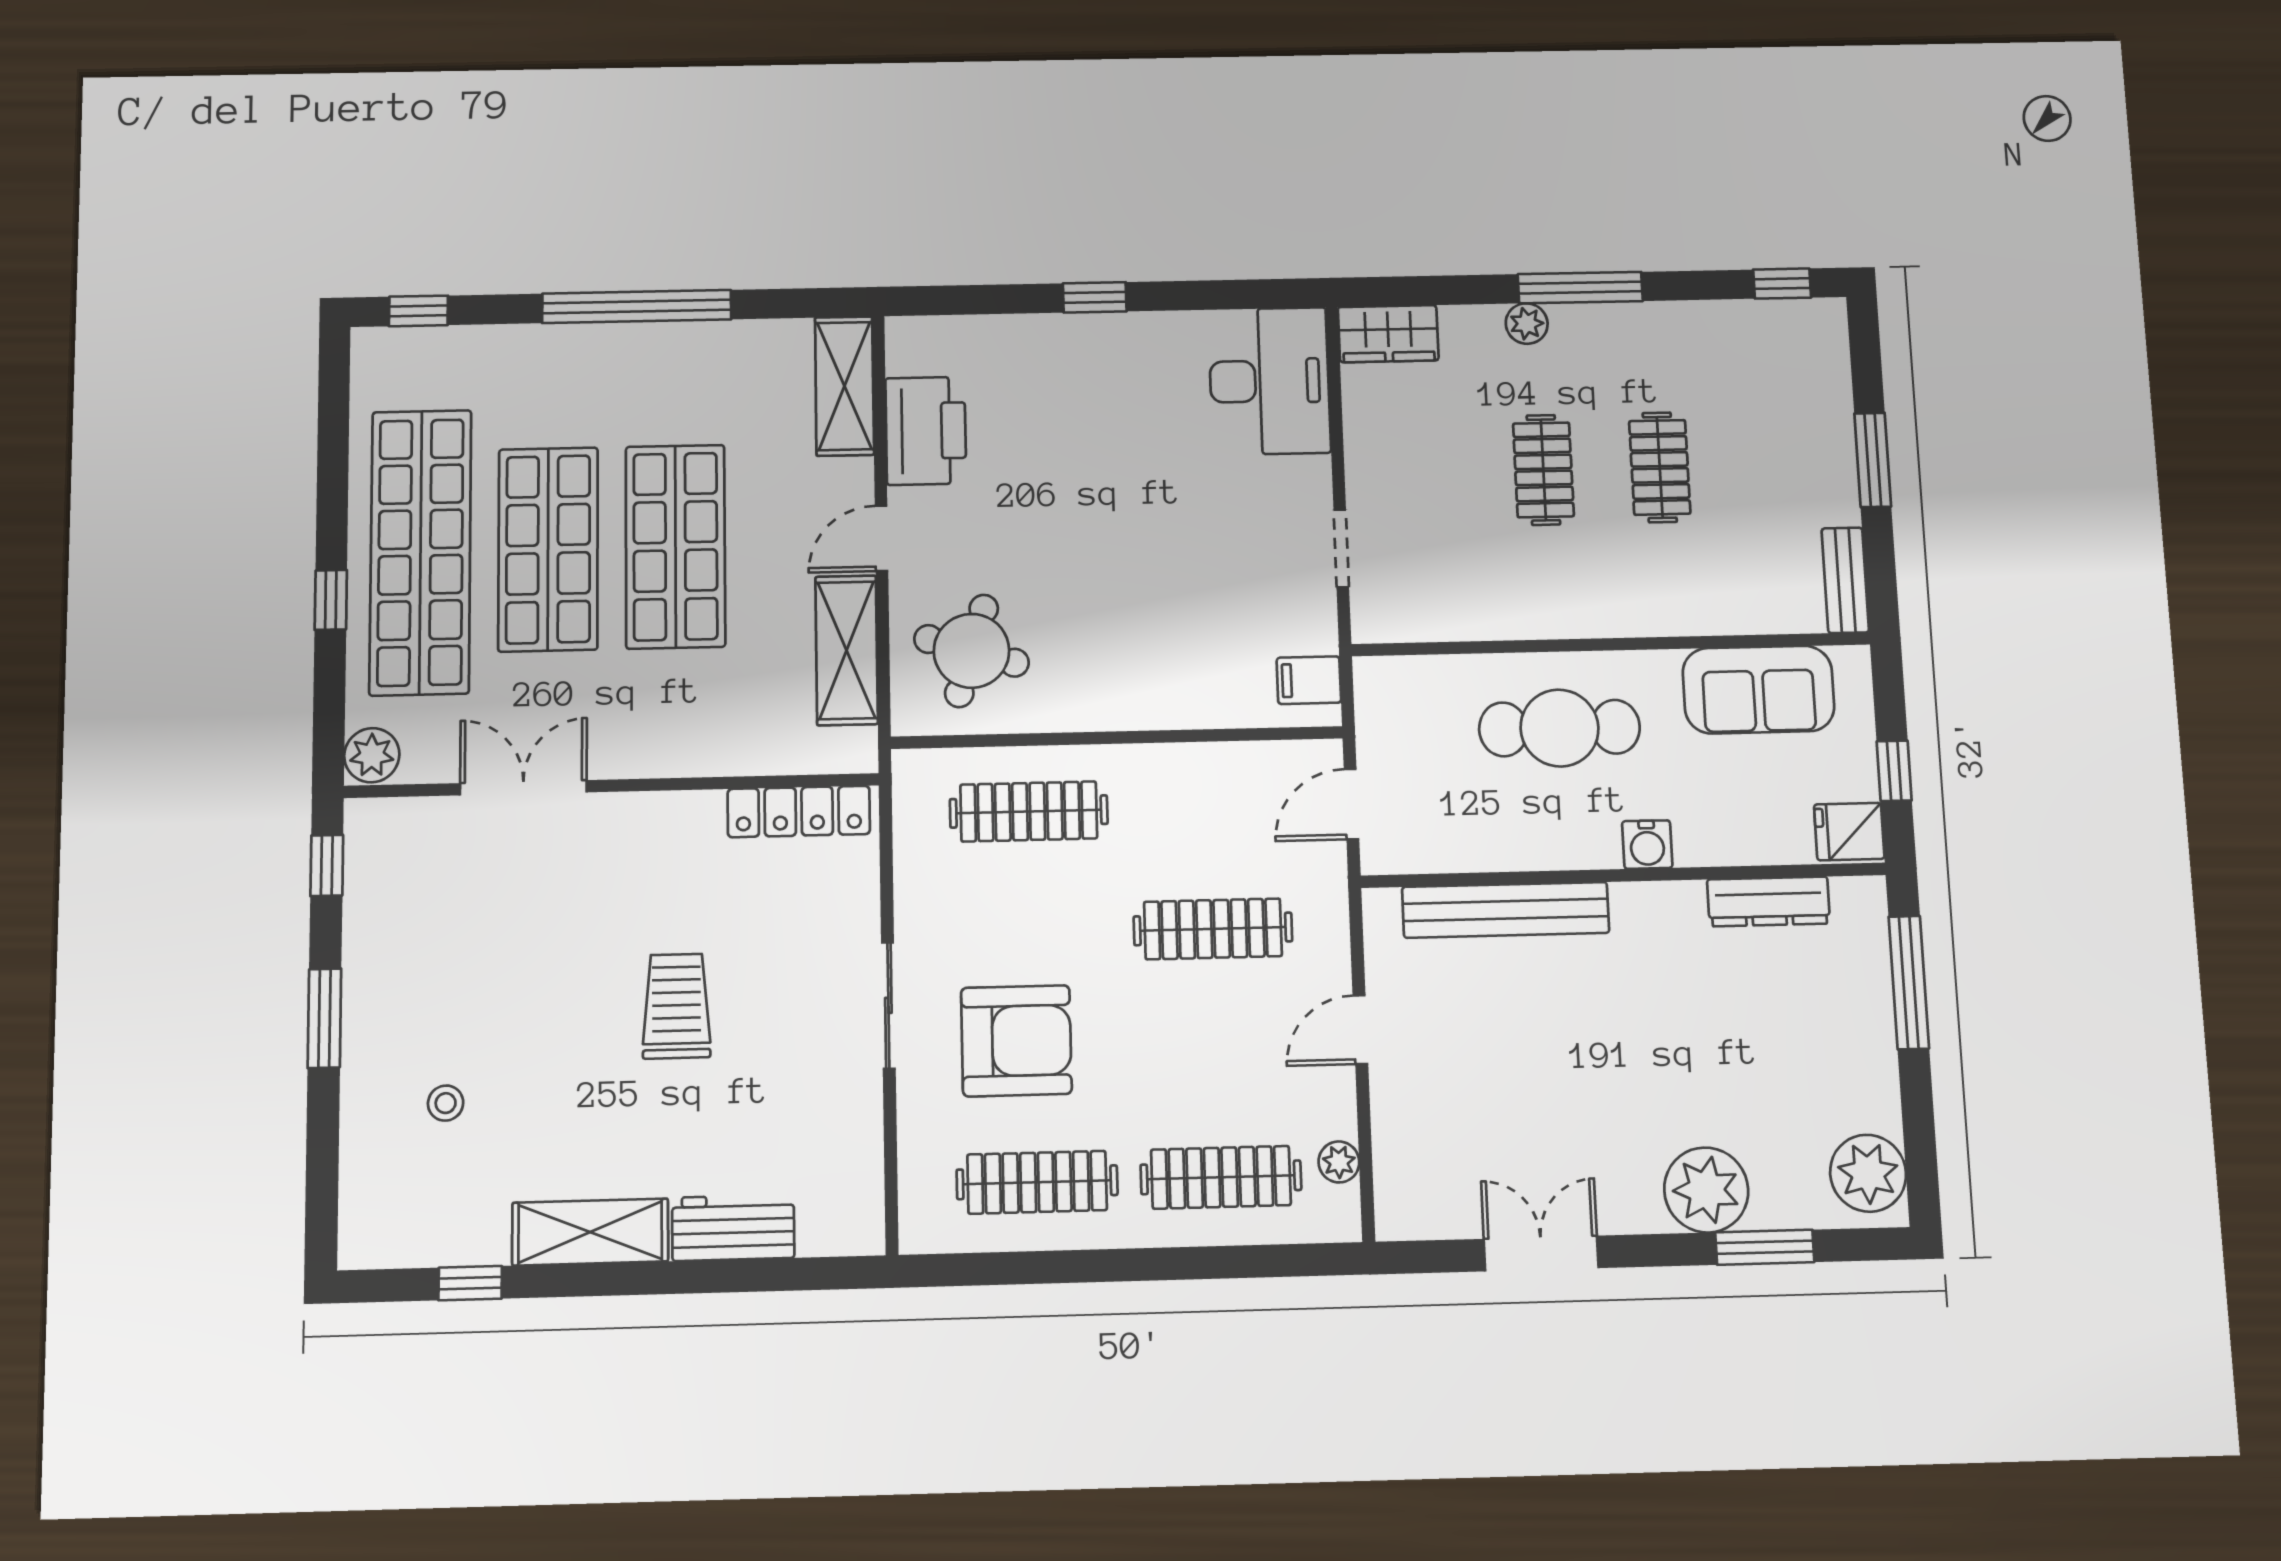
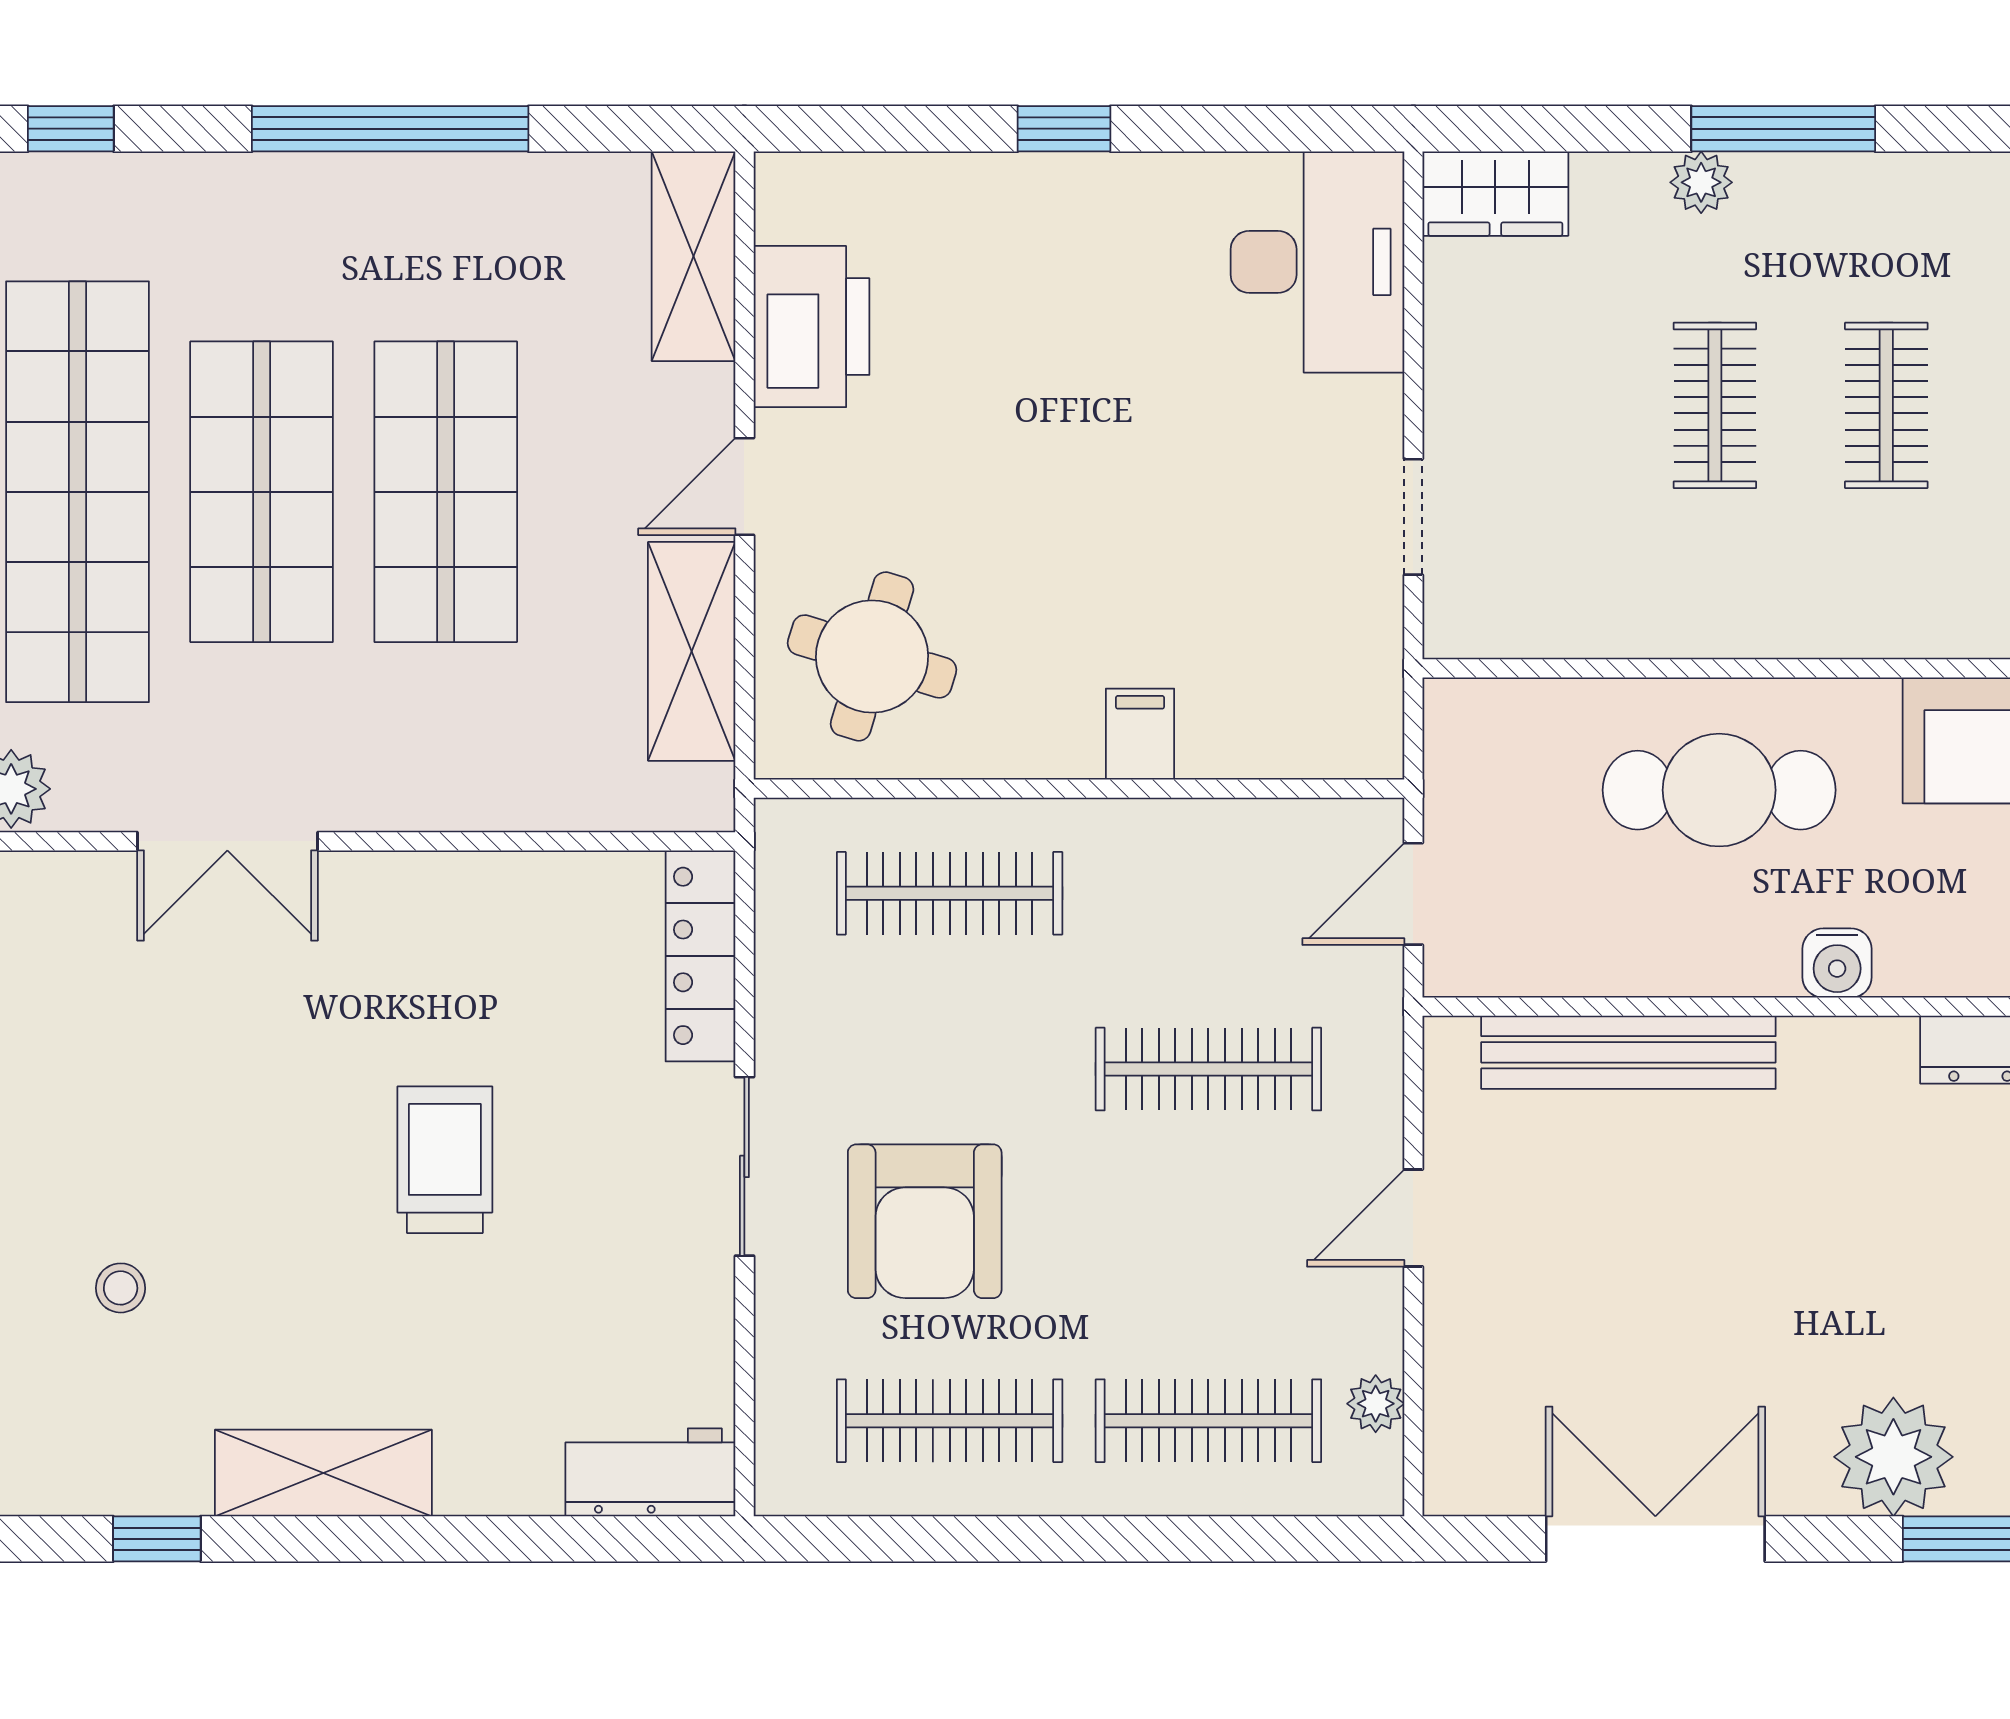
filing cabinet: (1309, 680) -> (1140, 734), moved, turned 90
double door: (523, 788) -> (227, 841), swing flipped
locker: (799, 811) -> (701, 956), moved, turned 90
armchair: (1016, 1041) -> (925, 1221), turned 90
workbench: (733, 1228) -> (650, 1472), moved
double door: (1541, 1253) -> (1655, 1539), width x1.37

